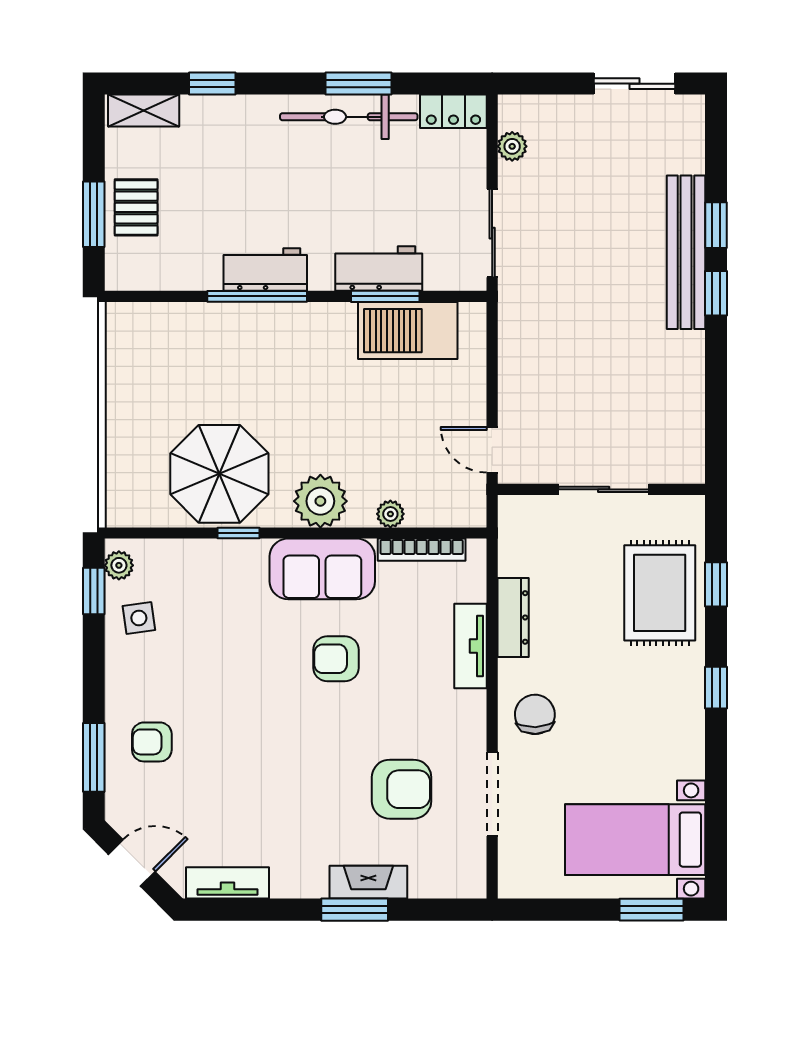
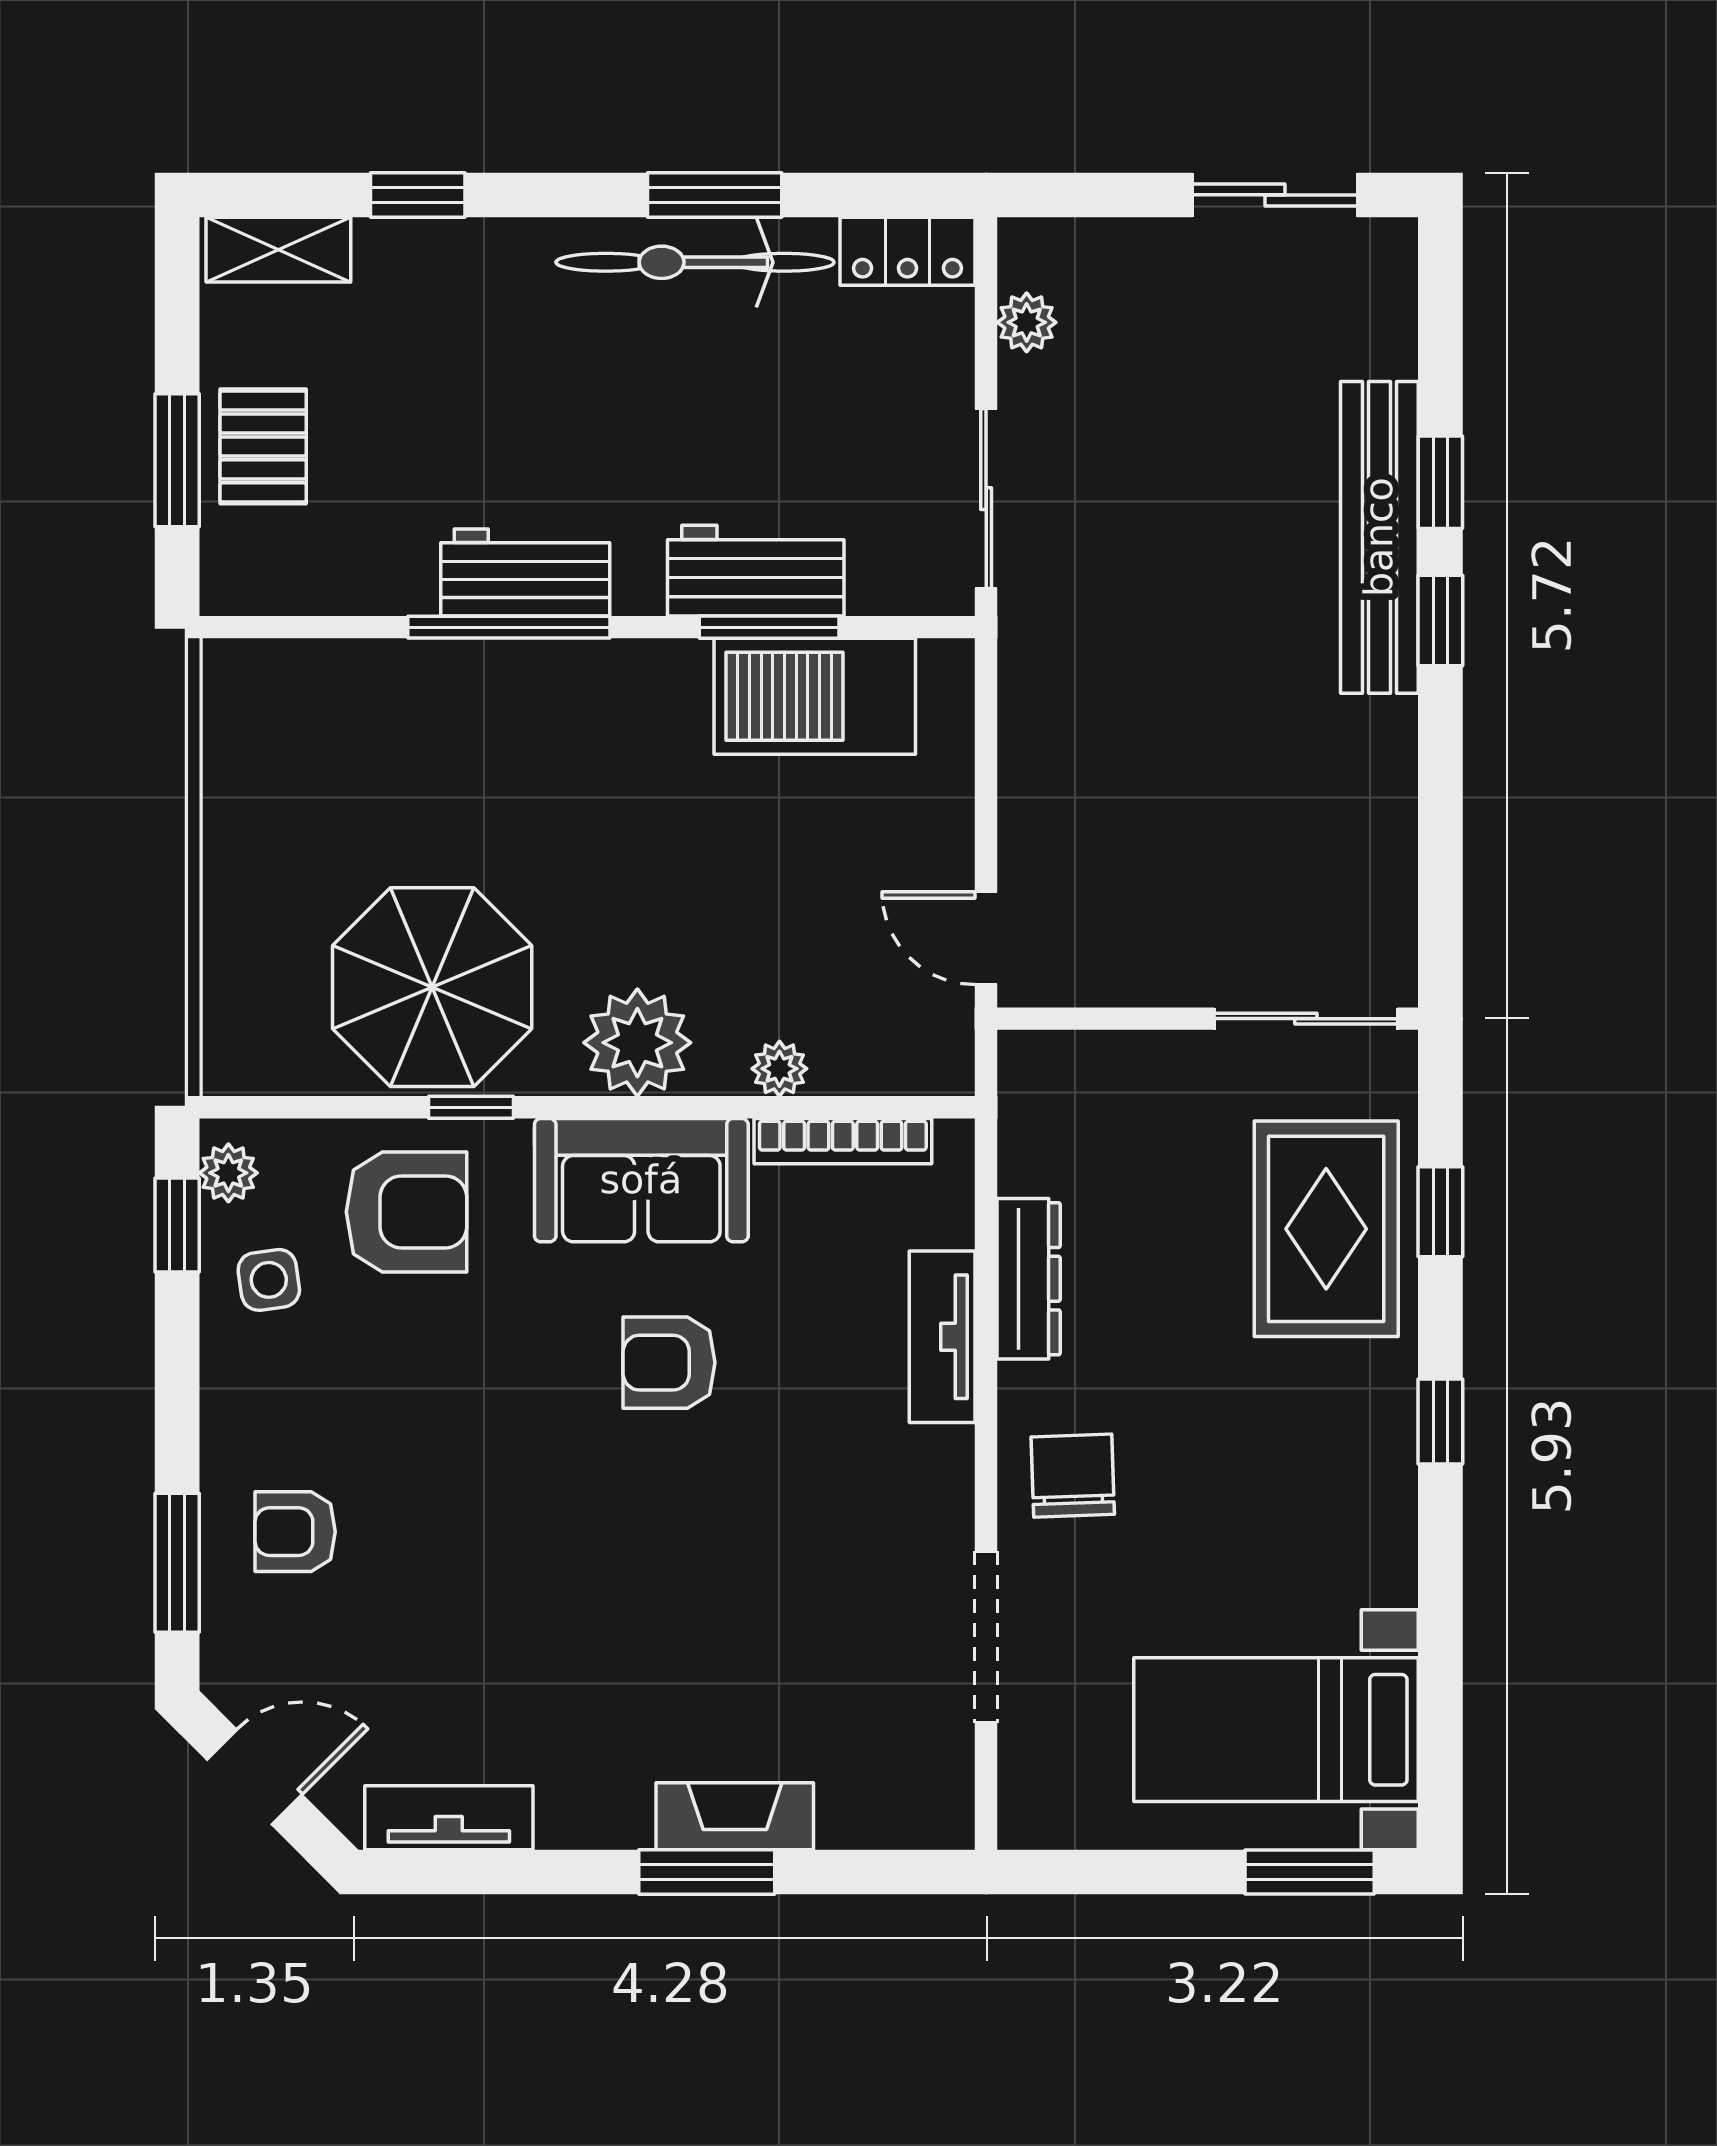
sliding door: (604, 489) -> (1306, 1019), moved
armchair: (402, 789) -> (407, 1212), moved

